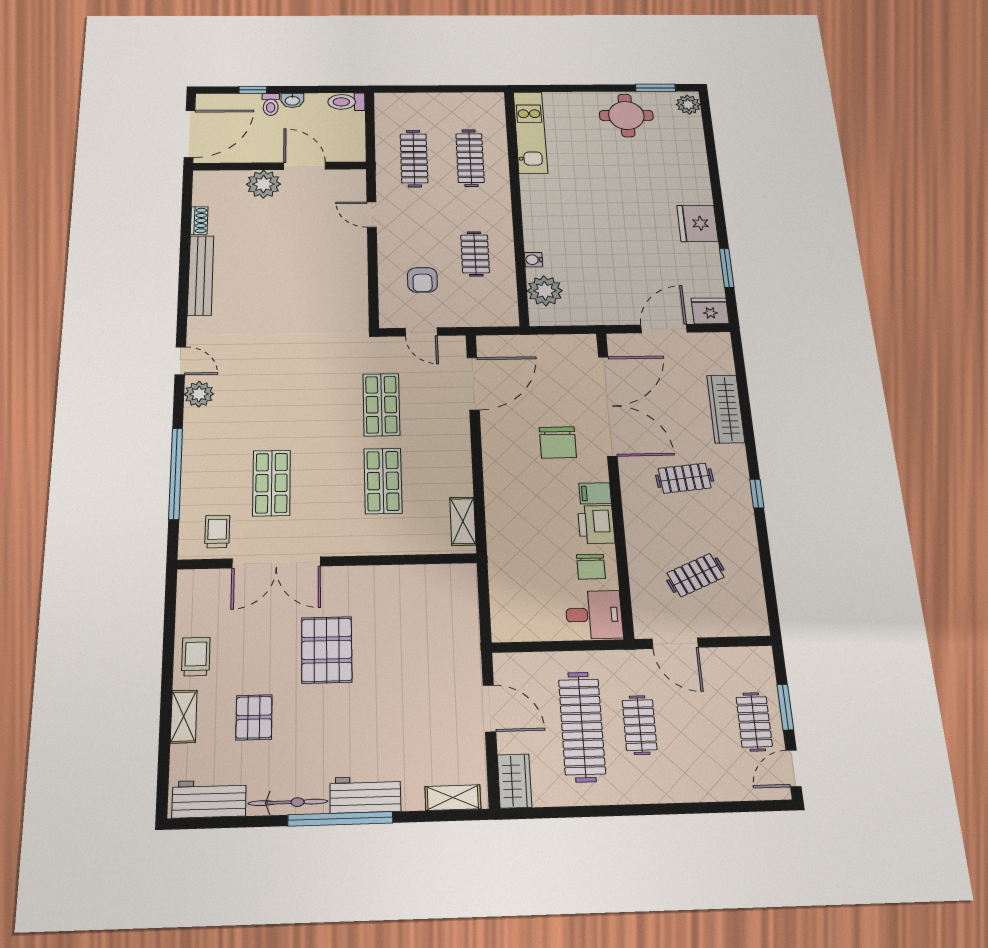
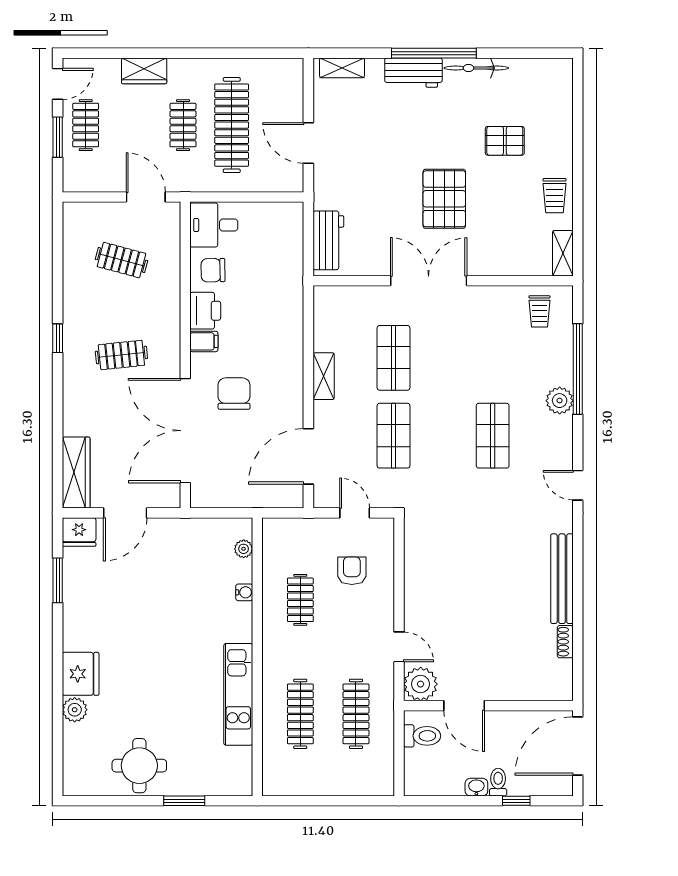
window: (655, 88) -> (184, 801), moved
toilet: (346, 102) -> (422, 736), moved
plant: (688, 105) -> (75, 710), moved
kitchen unit: (530, 132) -> (238, 694), moved
plant: (264, 184) -> (421, 684), moved
fridge: (697, 223) -> (81, 674), moved
plant: (545, 291) -> (244, 549), width x0.53, depth x0.53
plant: (199, 394) -> (560, 401), moved
wardrobe: (726, 409) -> (76, 473), moved
shop shelf: (272, 483) -> (493, 436), moved
shelving: (463, 521) -> (324, 376), moved
double door: (276, 562) -> (429, 281), moved
chair: (591, 567) -> (213, 270), turned -91
clothes rail: (696, 575) -> (121, 260), turned 39
shelving: (184, 717) -> (563, 253), moved
pallet: (254, 717) -> (505, 141), turned 90
wardrobe: (515, 781) -> (144, 71), moved, turned -90
workbench: (209, 799) -> (328, 240), moved, turned -90

